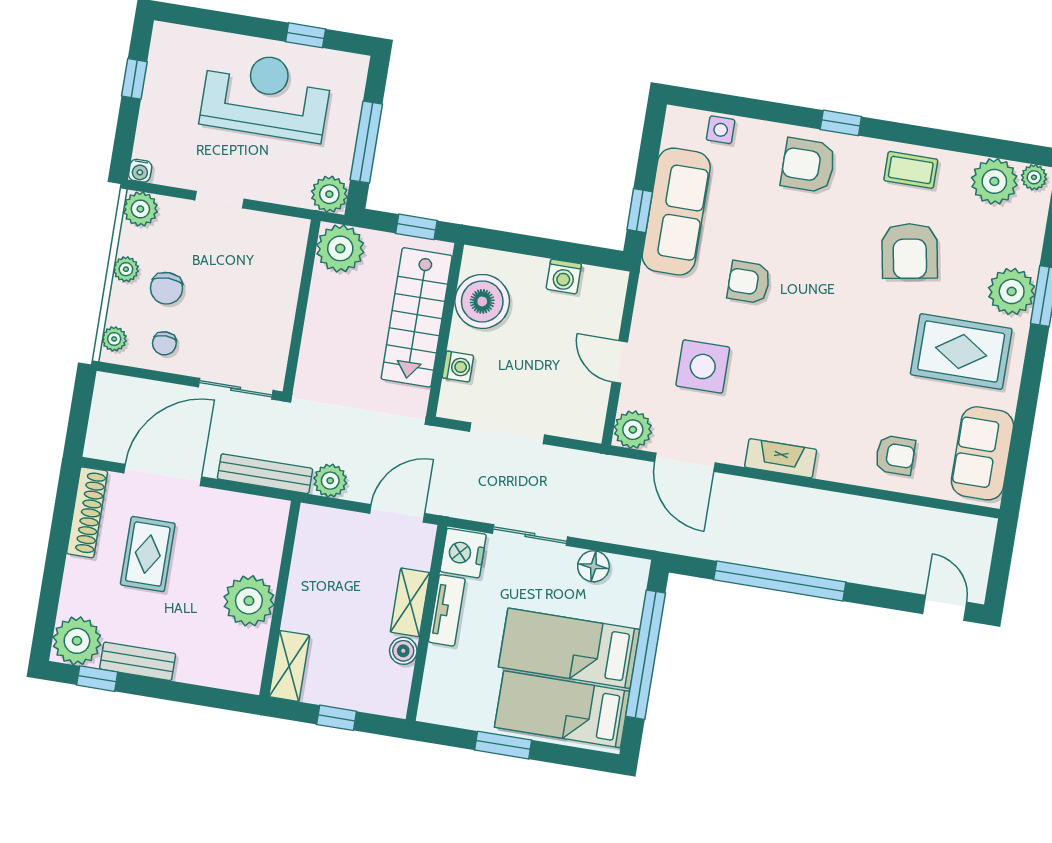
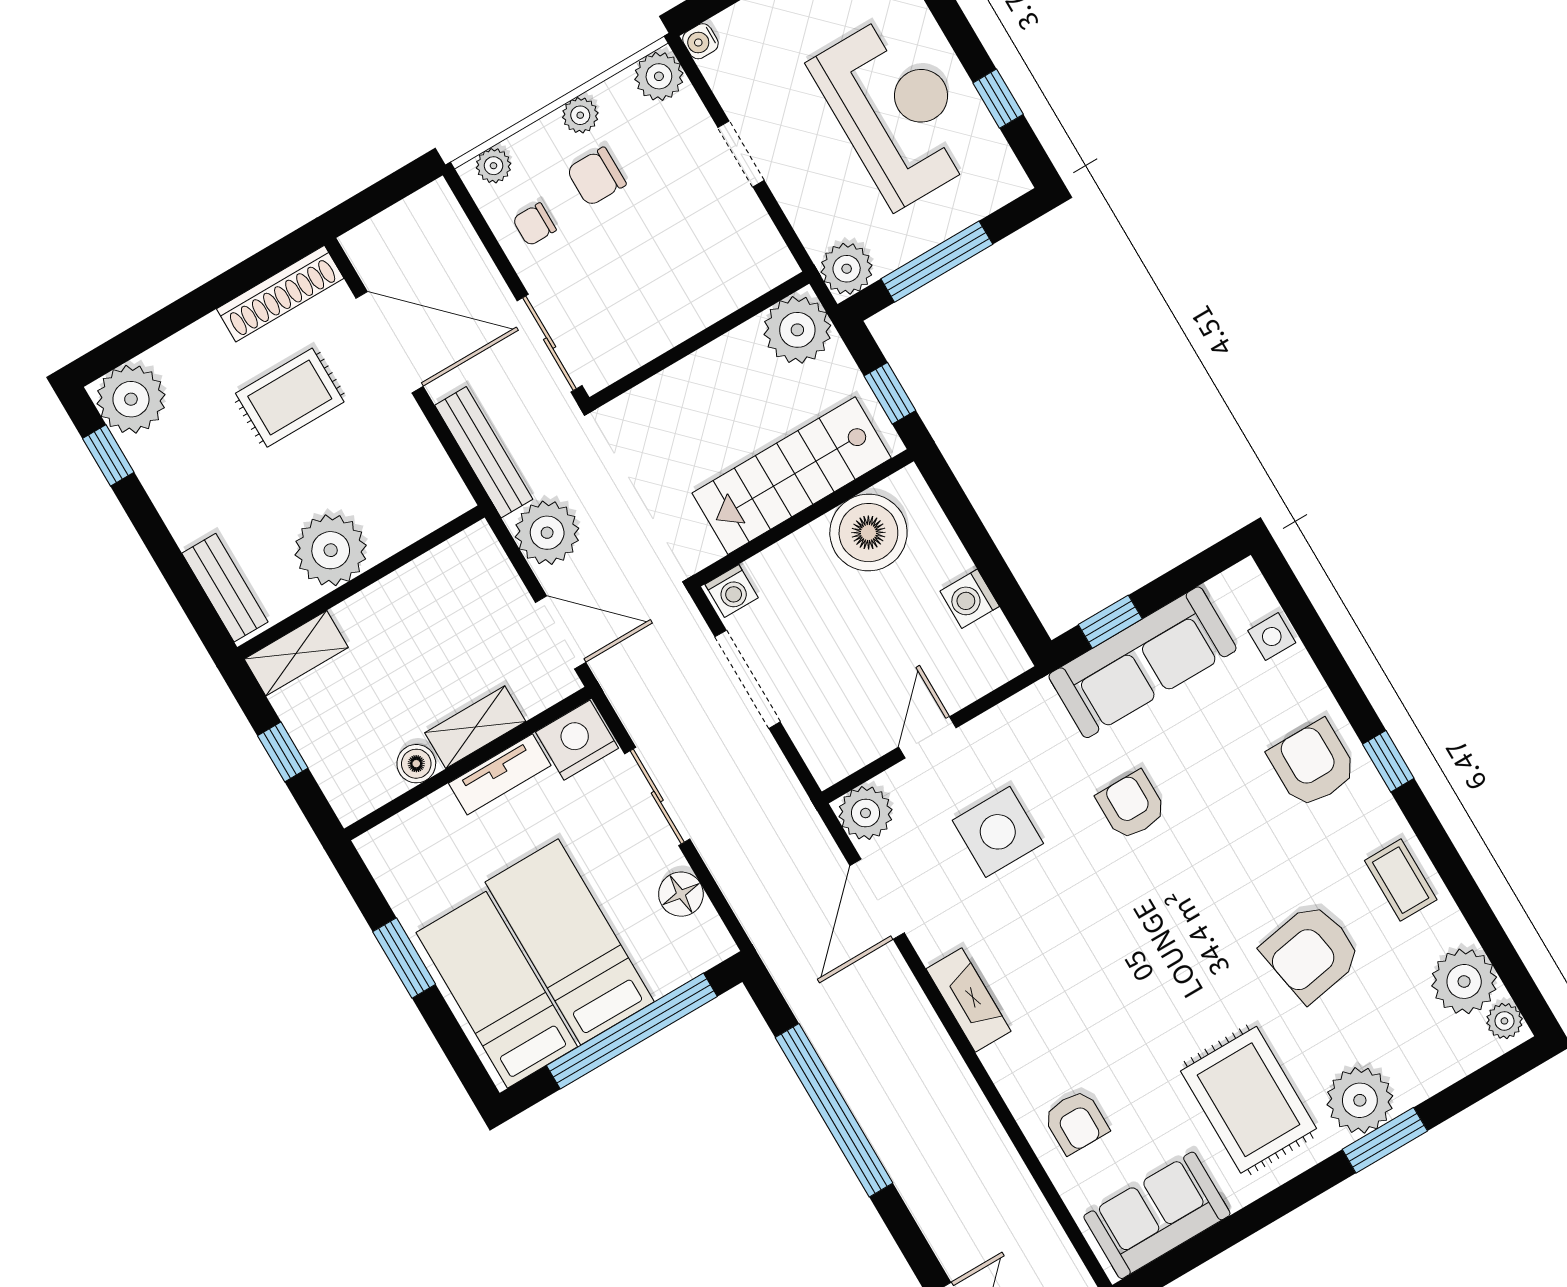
washing machine: (458, 367) -> (732, 591), moved
plant: (330, 481) -> (547, 533), width x1.36, depth x1.36
bench: (138, 661) -> (225, 588), moved

